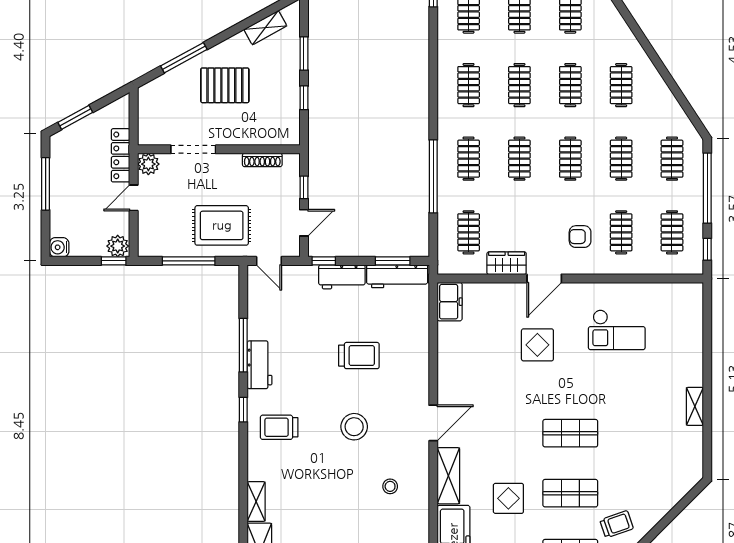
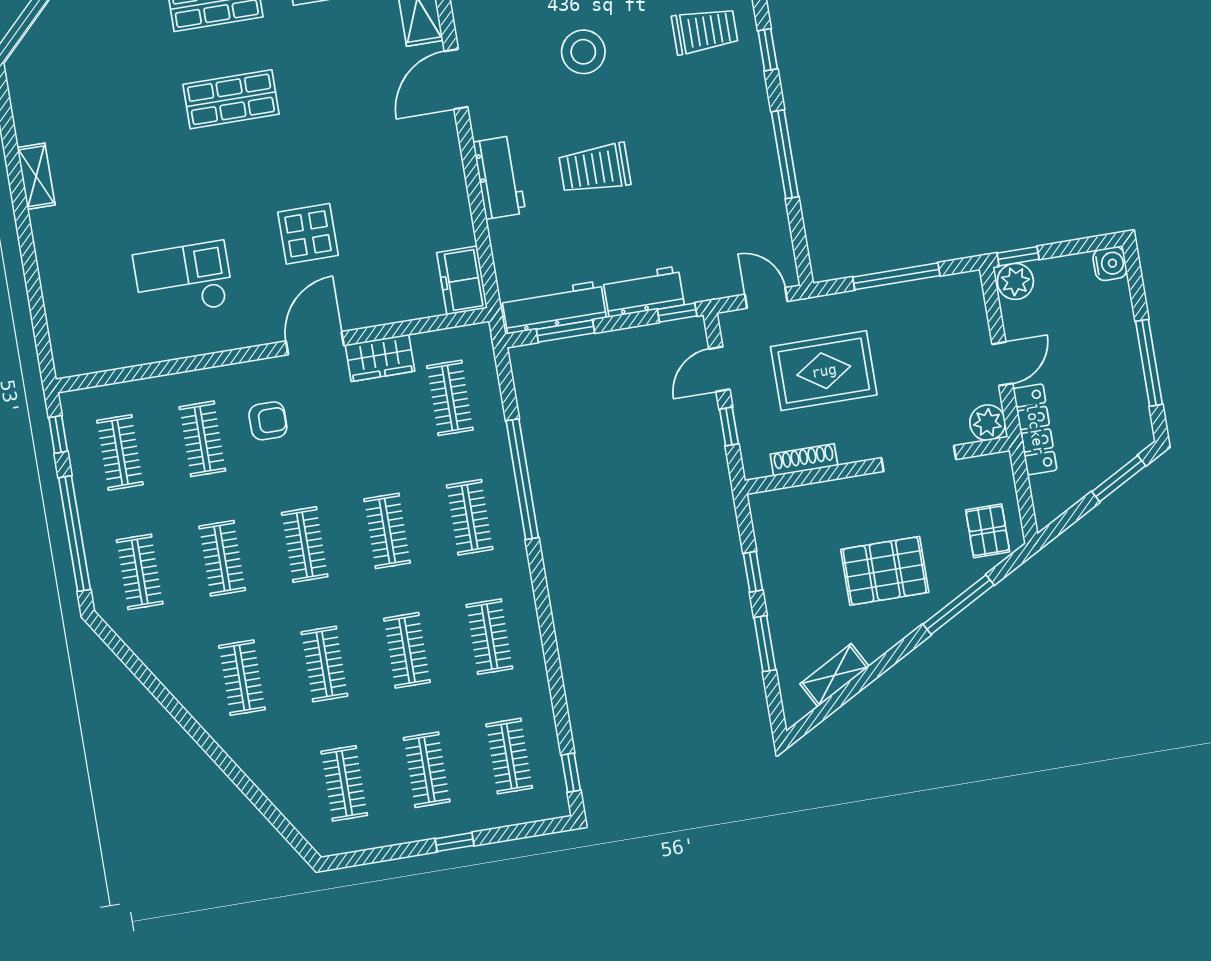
pallet: (159, 99) -> (988, 531), added
rug: (222, 225) -> (824, 371), moved
workbench: (260, 365) -> (499, 177), moved, turned 180

